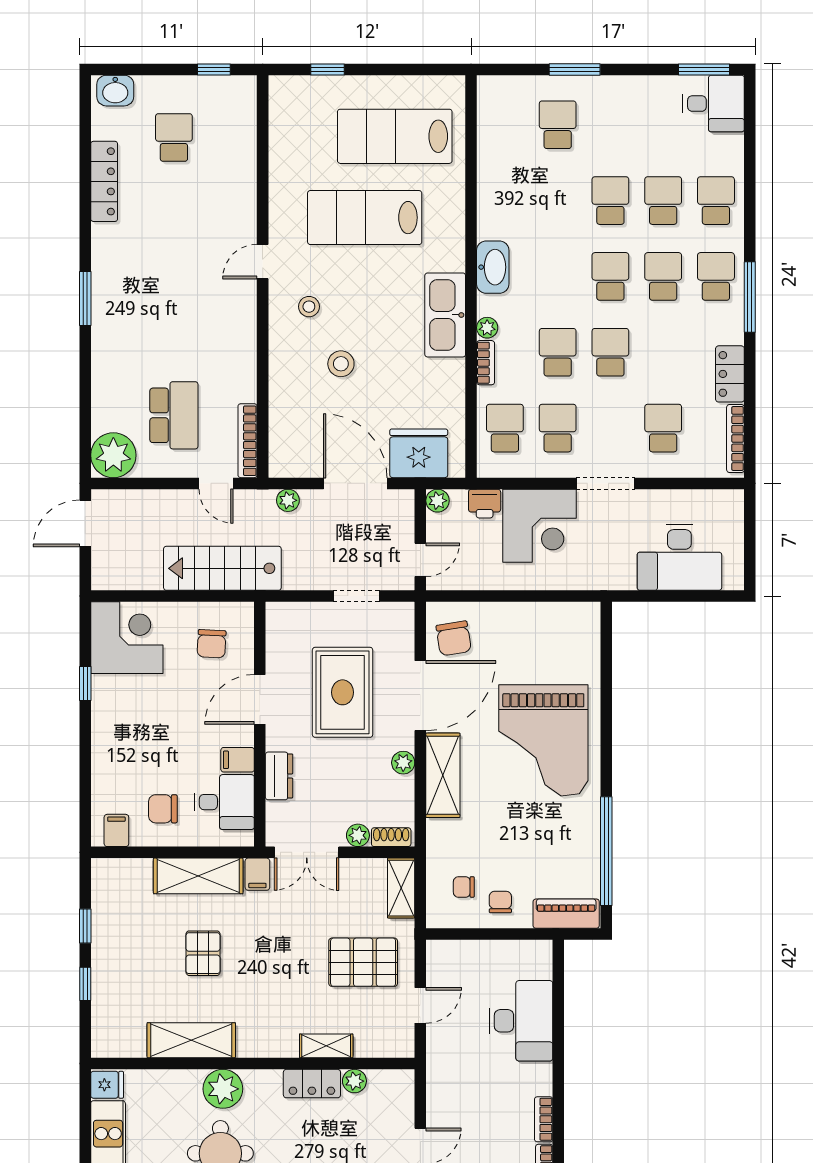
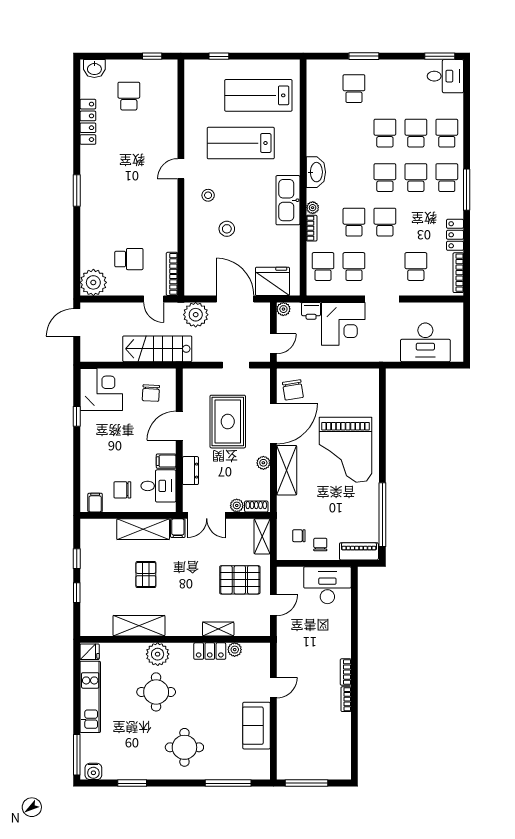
school desk: (174, 415) -> (129, 259), width x0.54
plant: (288, 500) -> (196, 315), width x1.88, depth x1.88
desk: (521, 1021) -> (327, 585), moved, turned -90

